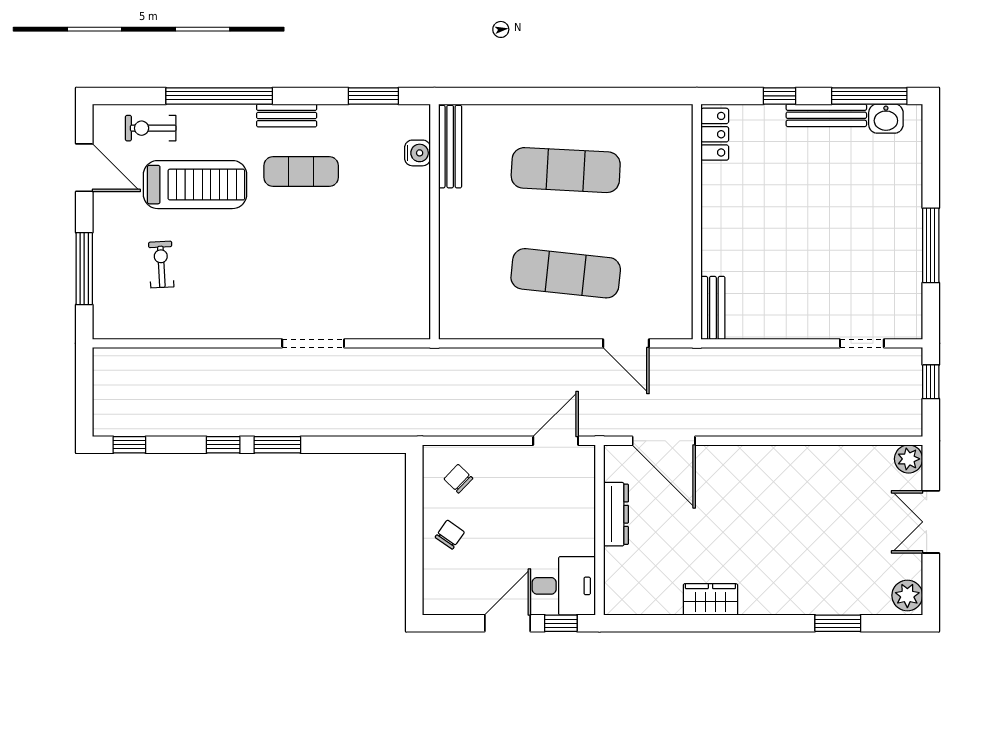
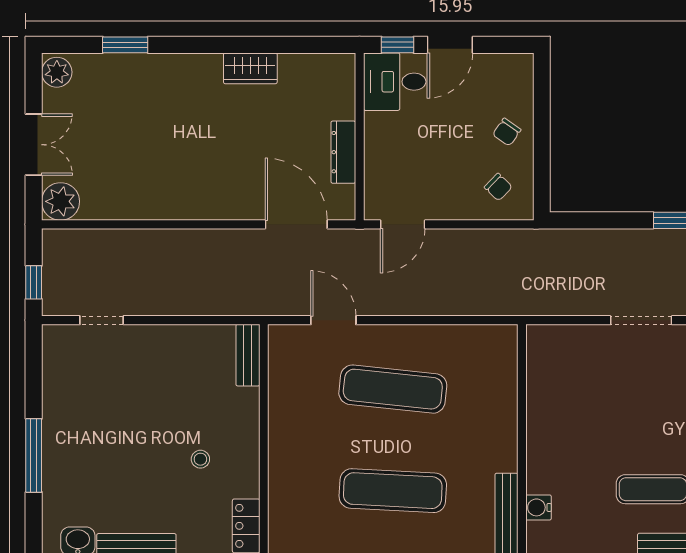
stool: (761, 202) -> (200, 459), added
window: (931, 245) -> (34, 455), moved
plant: (909, 459) -> (61, 201), width x1.36, depth x1.36

